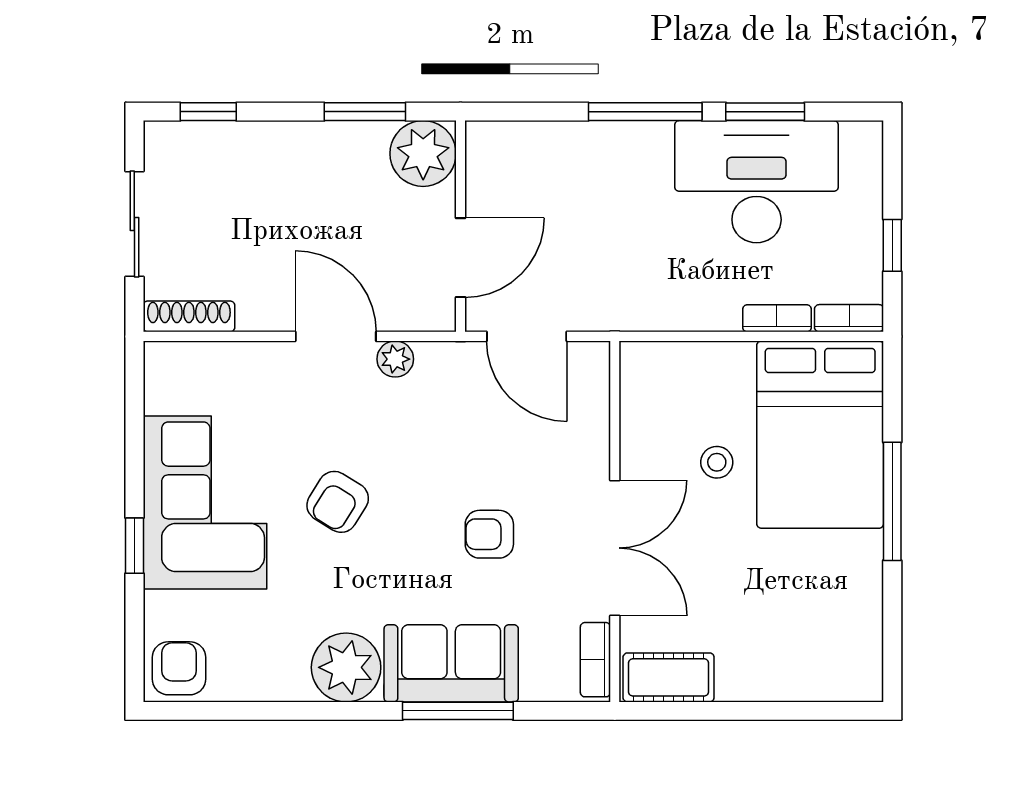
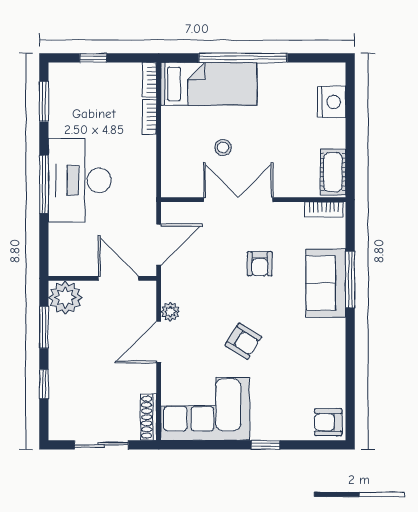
window: (208, 112) -> (44, 384), moved
window: (765, 112) -> (44, 101), moved
desk: (757, 182) -> (80, 180), moved
window: (892, 245) -> (93, 58), moved
bed: (820, 435) -> (209, 84), width x0.67
window: (892, 501) -> (243, 58), width x1.46
corner sofa: (205, 502) -> (205, 409), moved
double door: (615, 548) -> (238, 200), moved
plant: (346, 667) -> (328, 337), removed
nightstand: (806, 675) -> (331, 102), added

